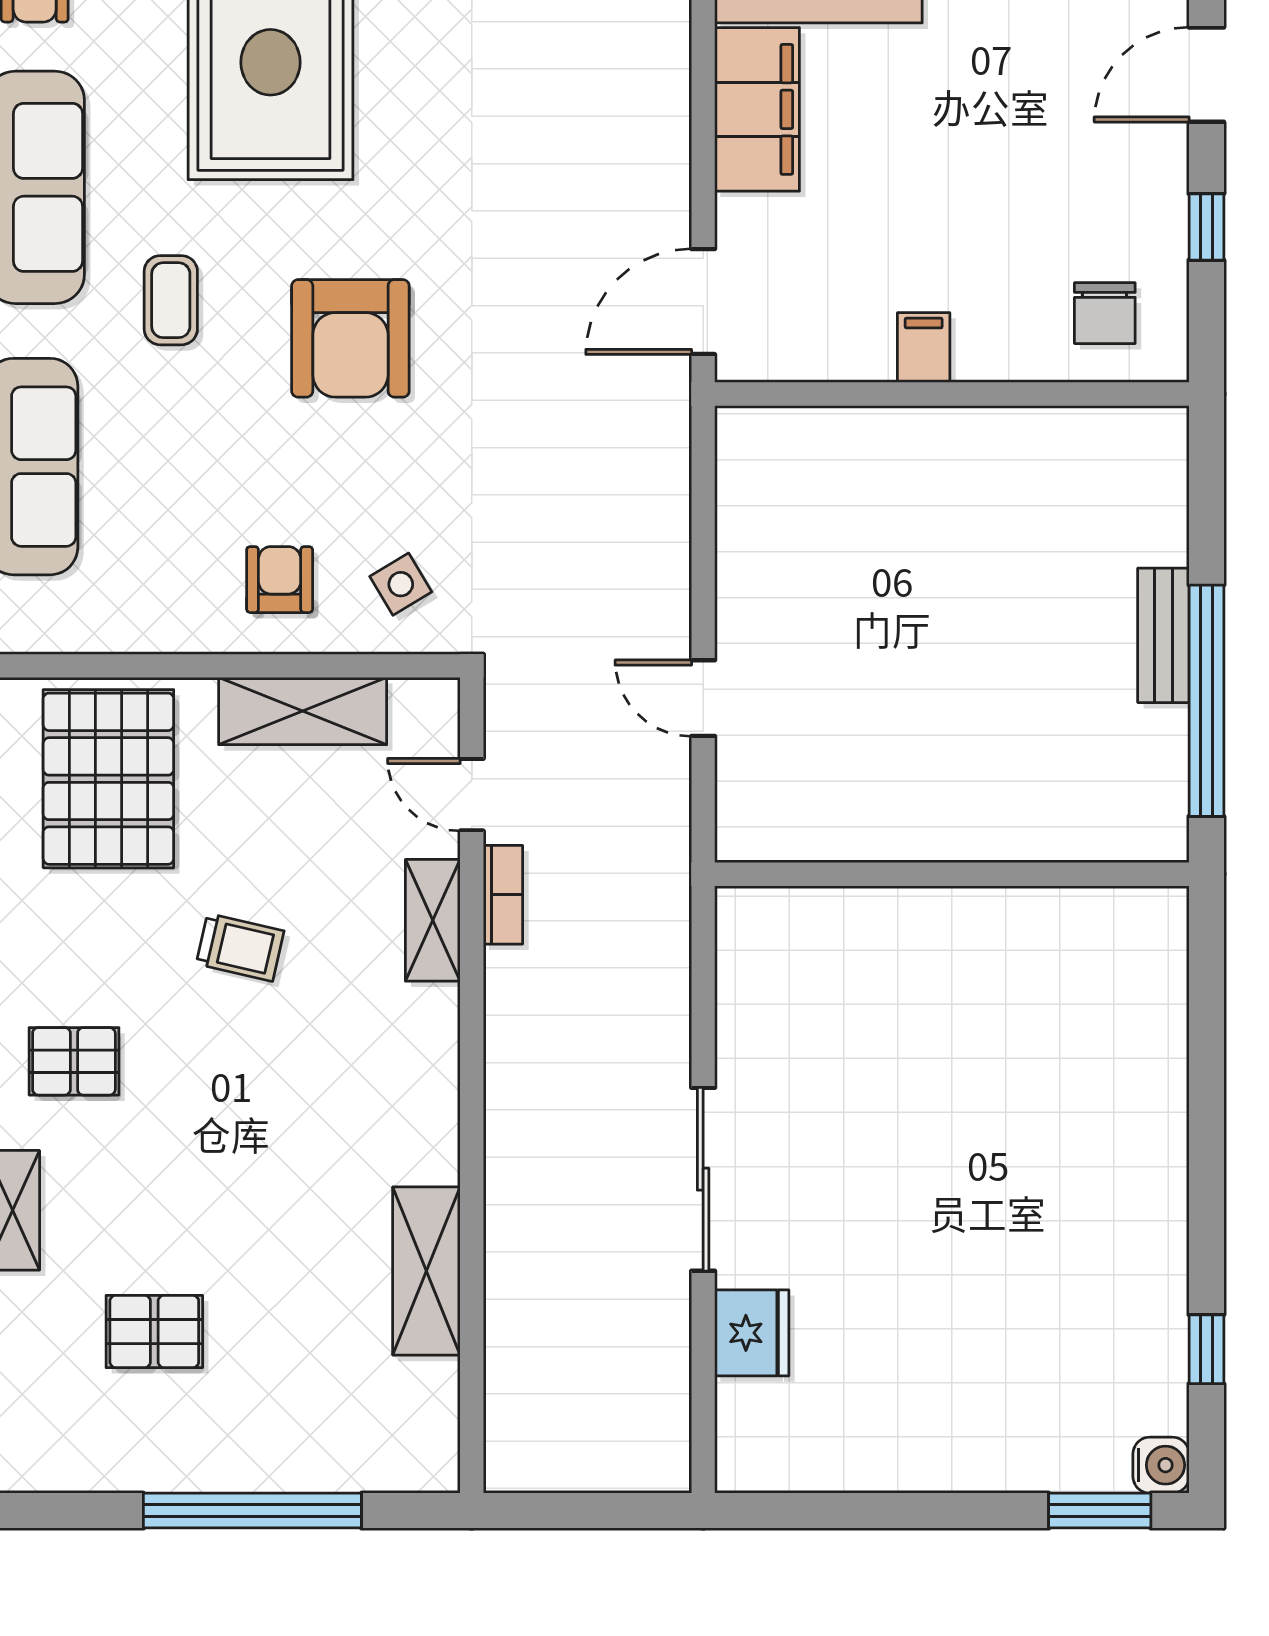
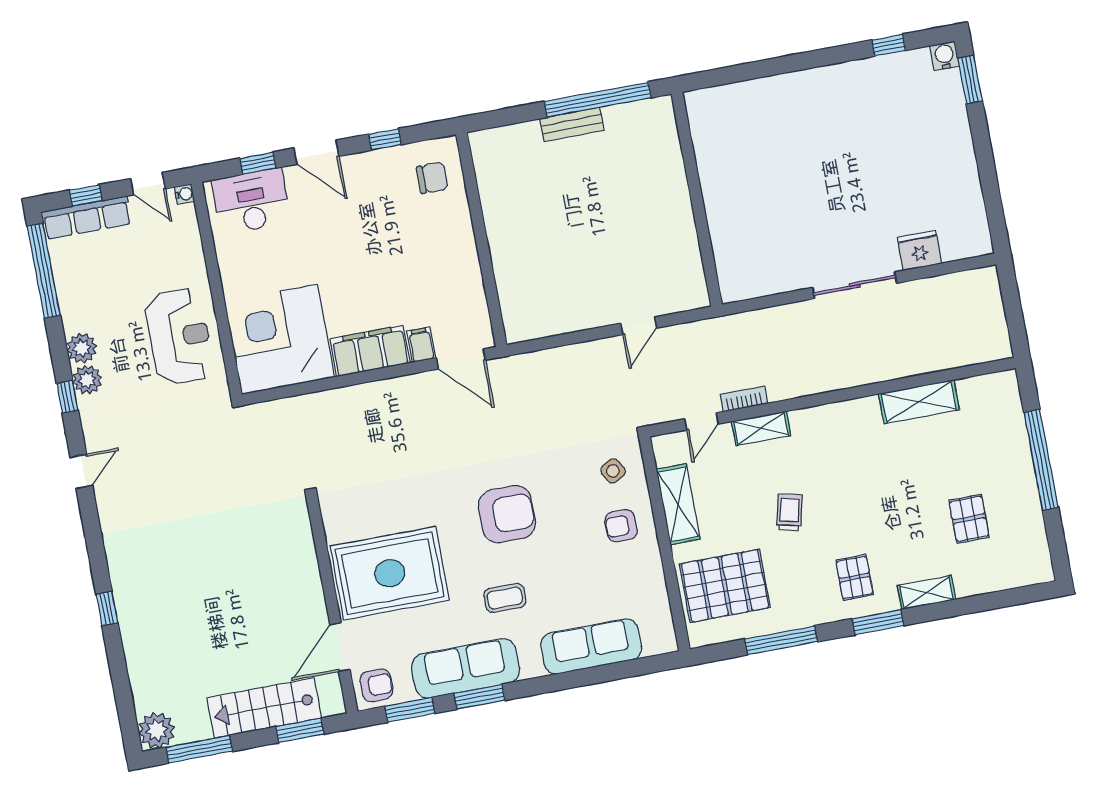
filing cabinet: (924, 348) -> (421, 345), moved, turned 90

